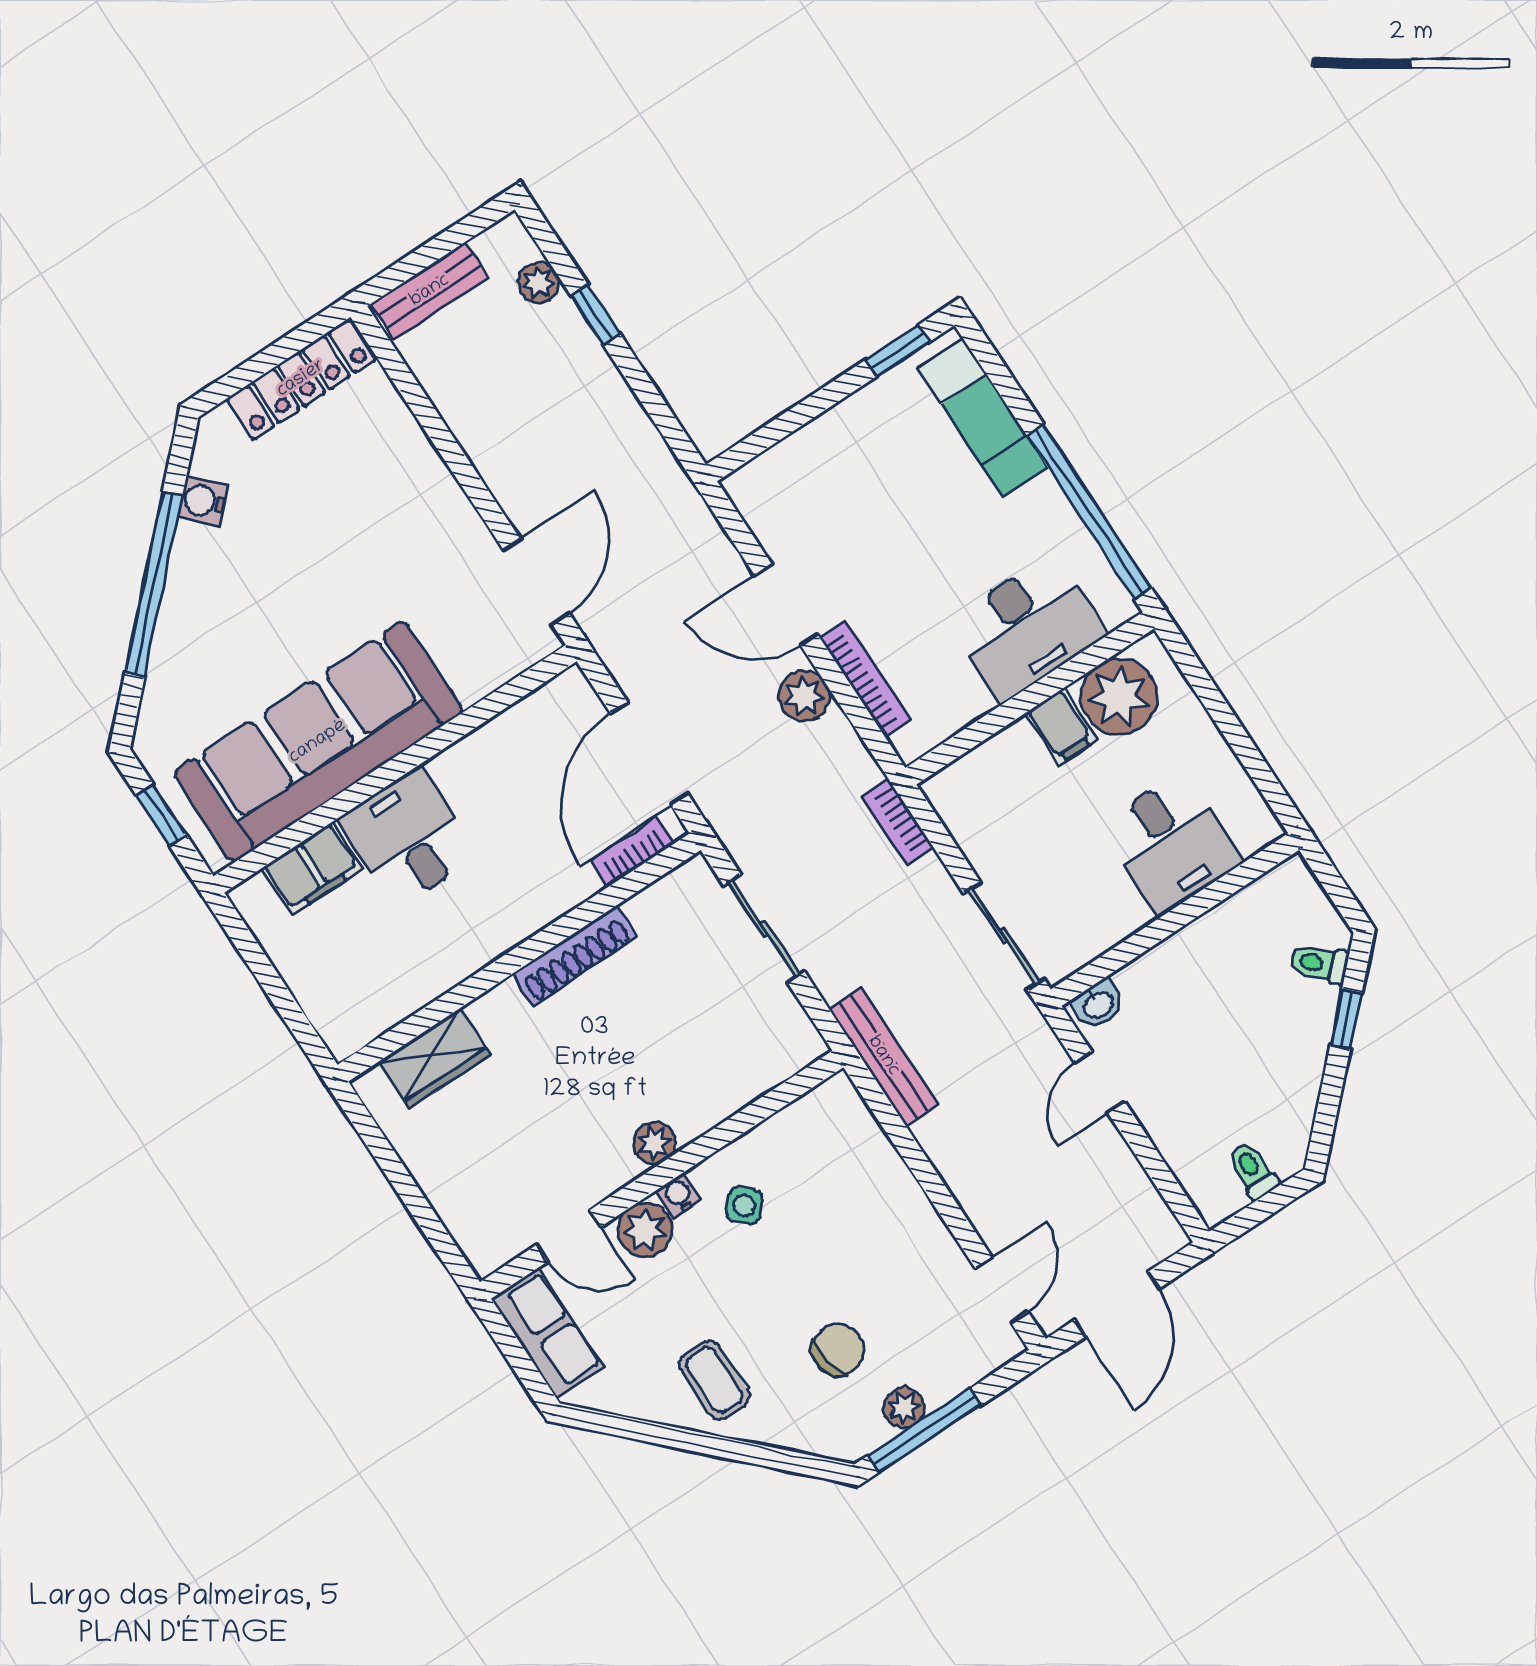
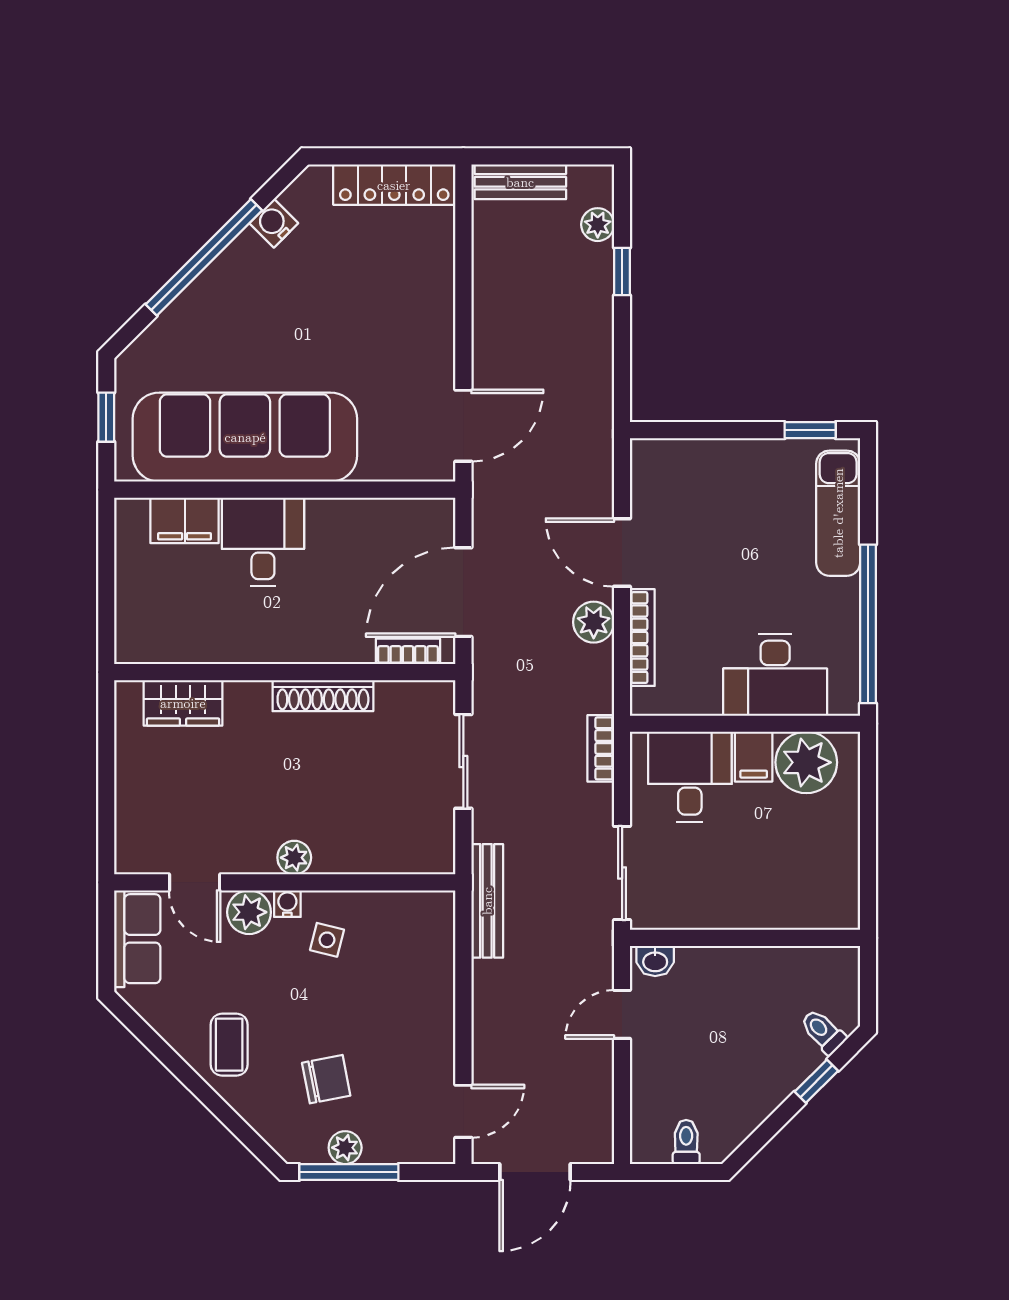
desk: (1172, 843) -> (690, 777), moved, turned 180
side table: (744, 1205) -> (327, 940), turned -30

